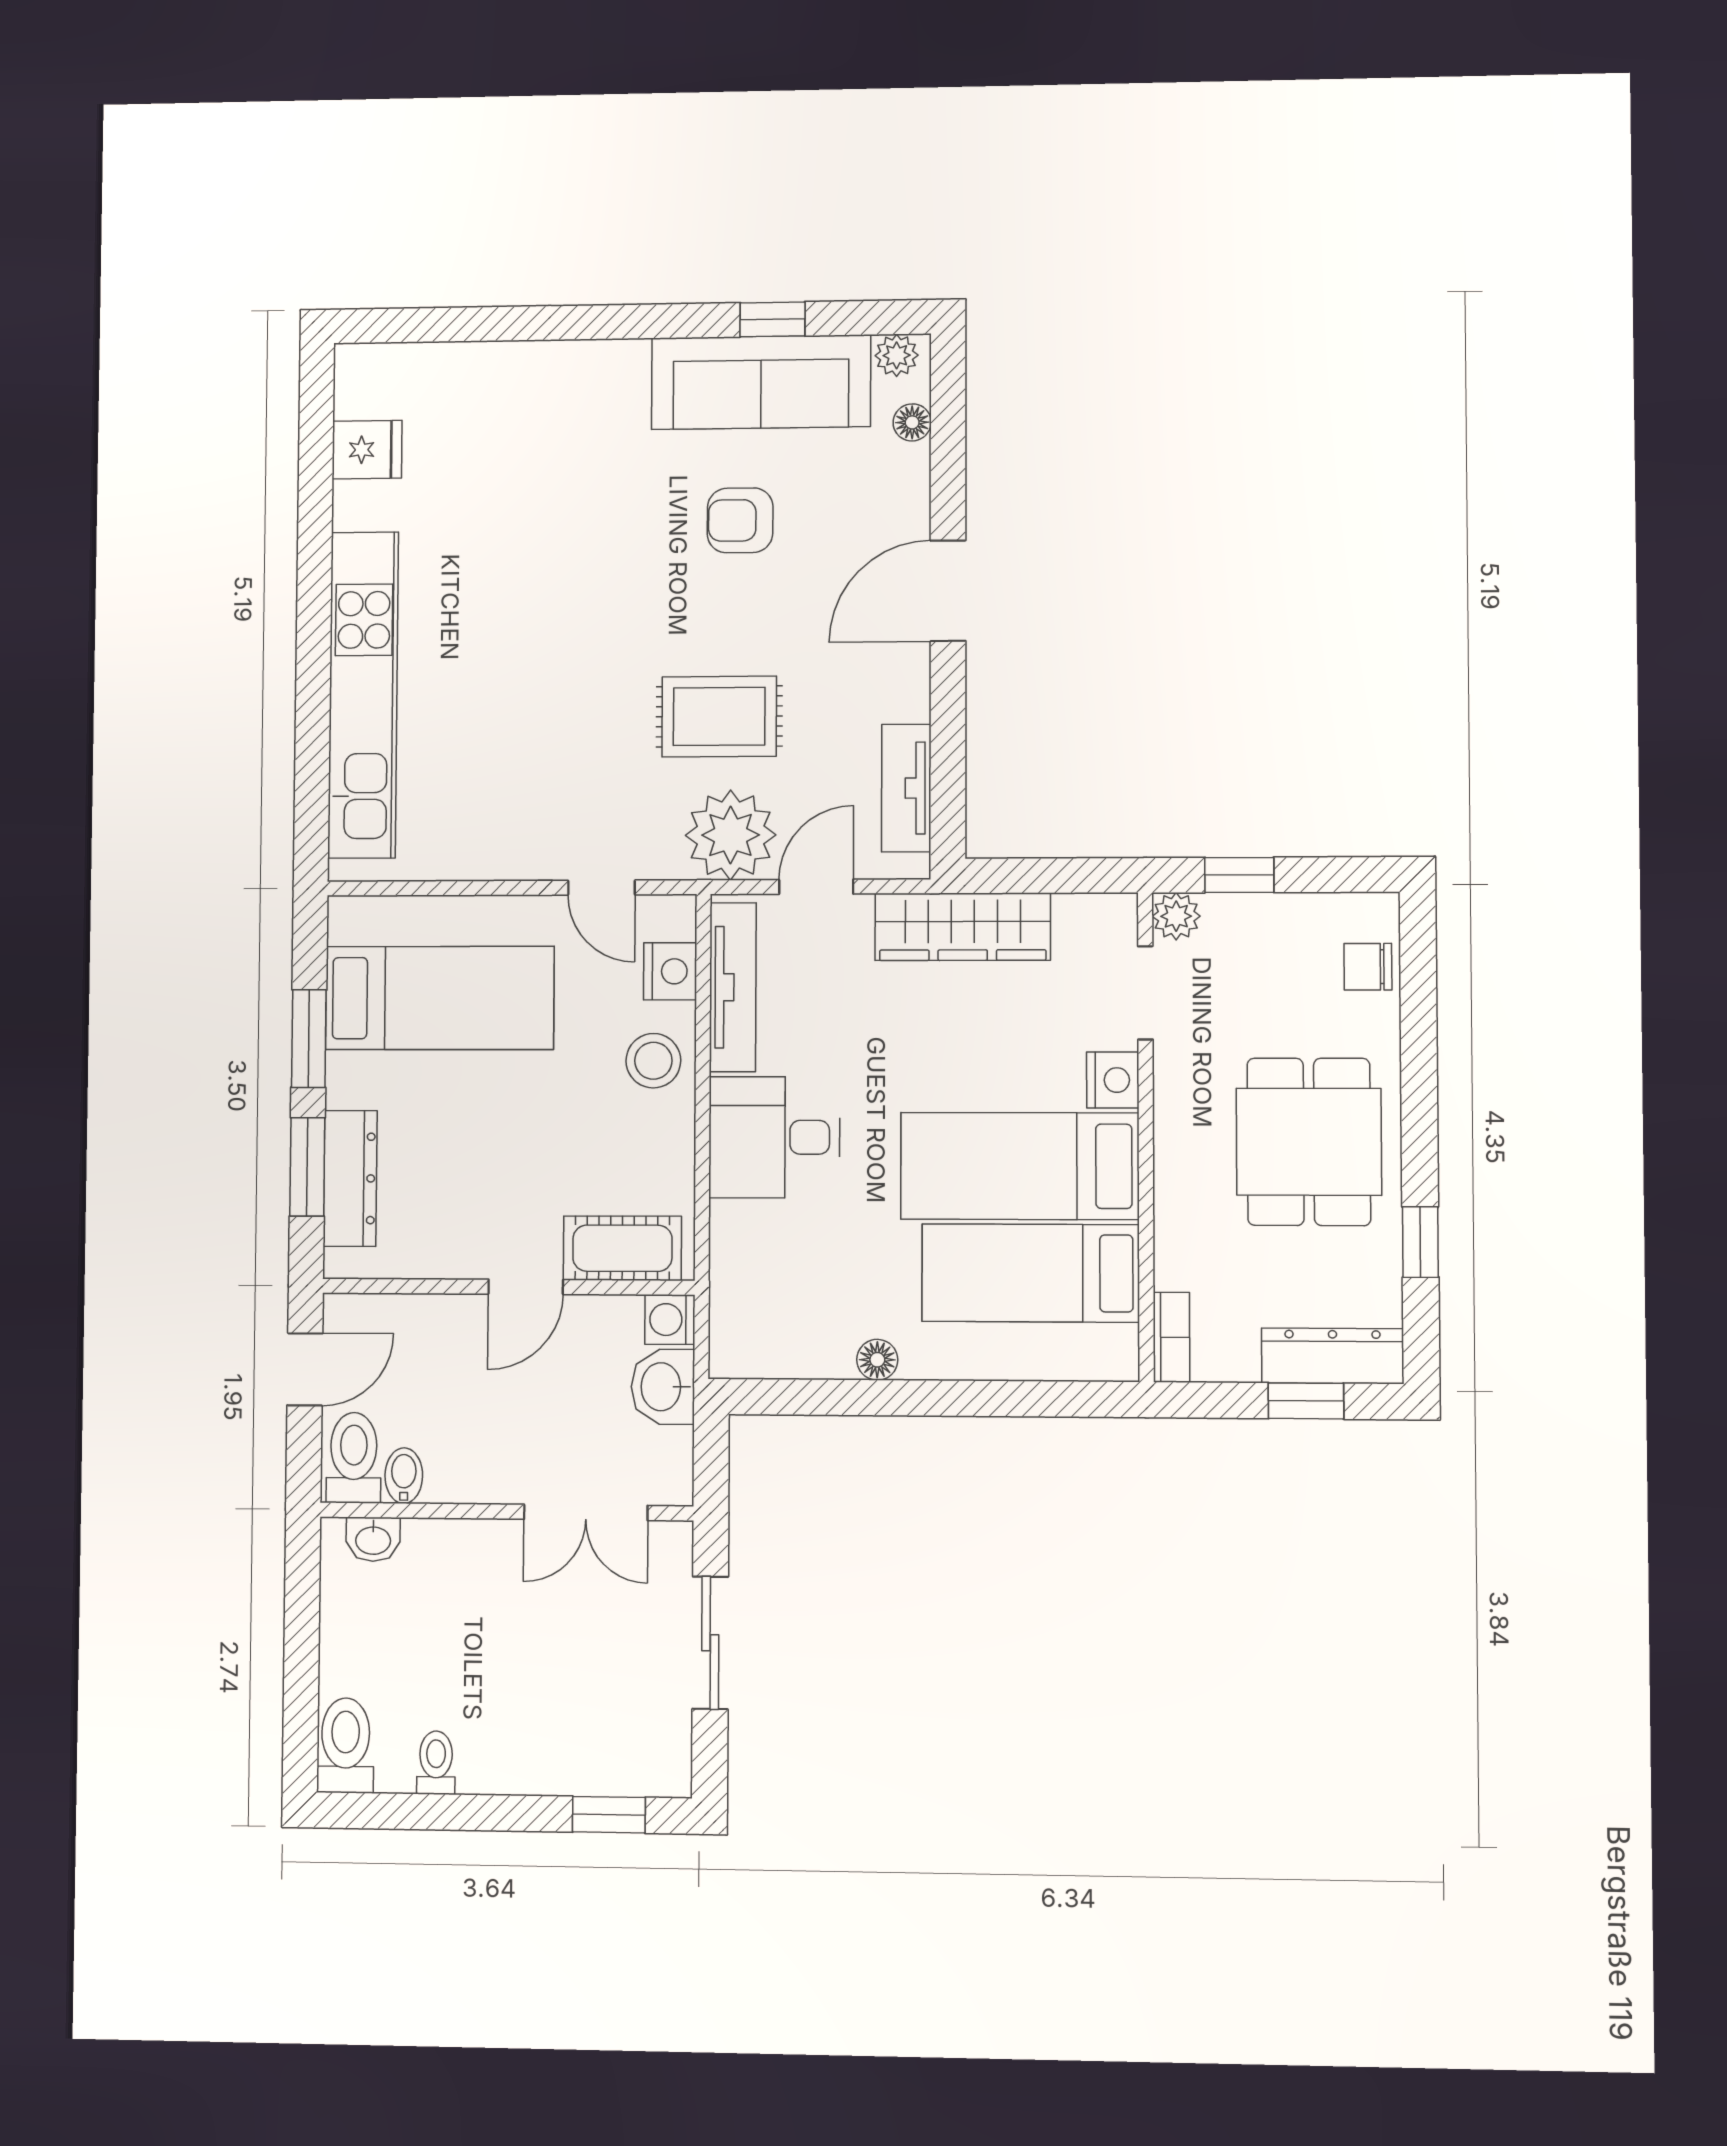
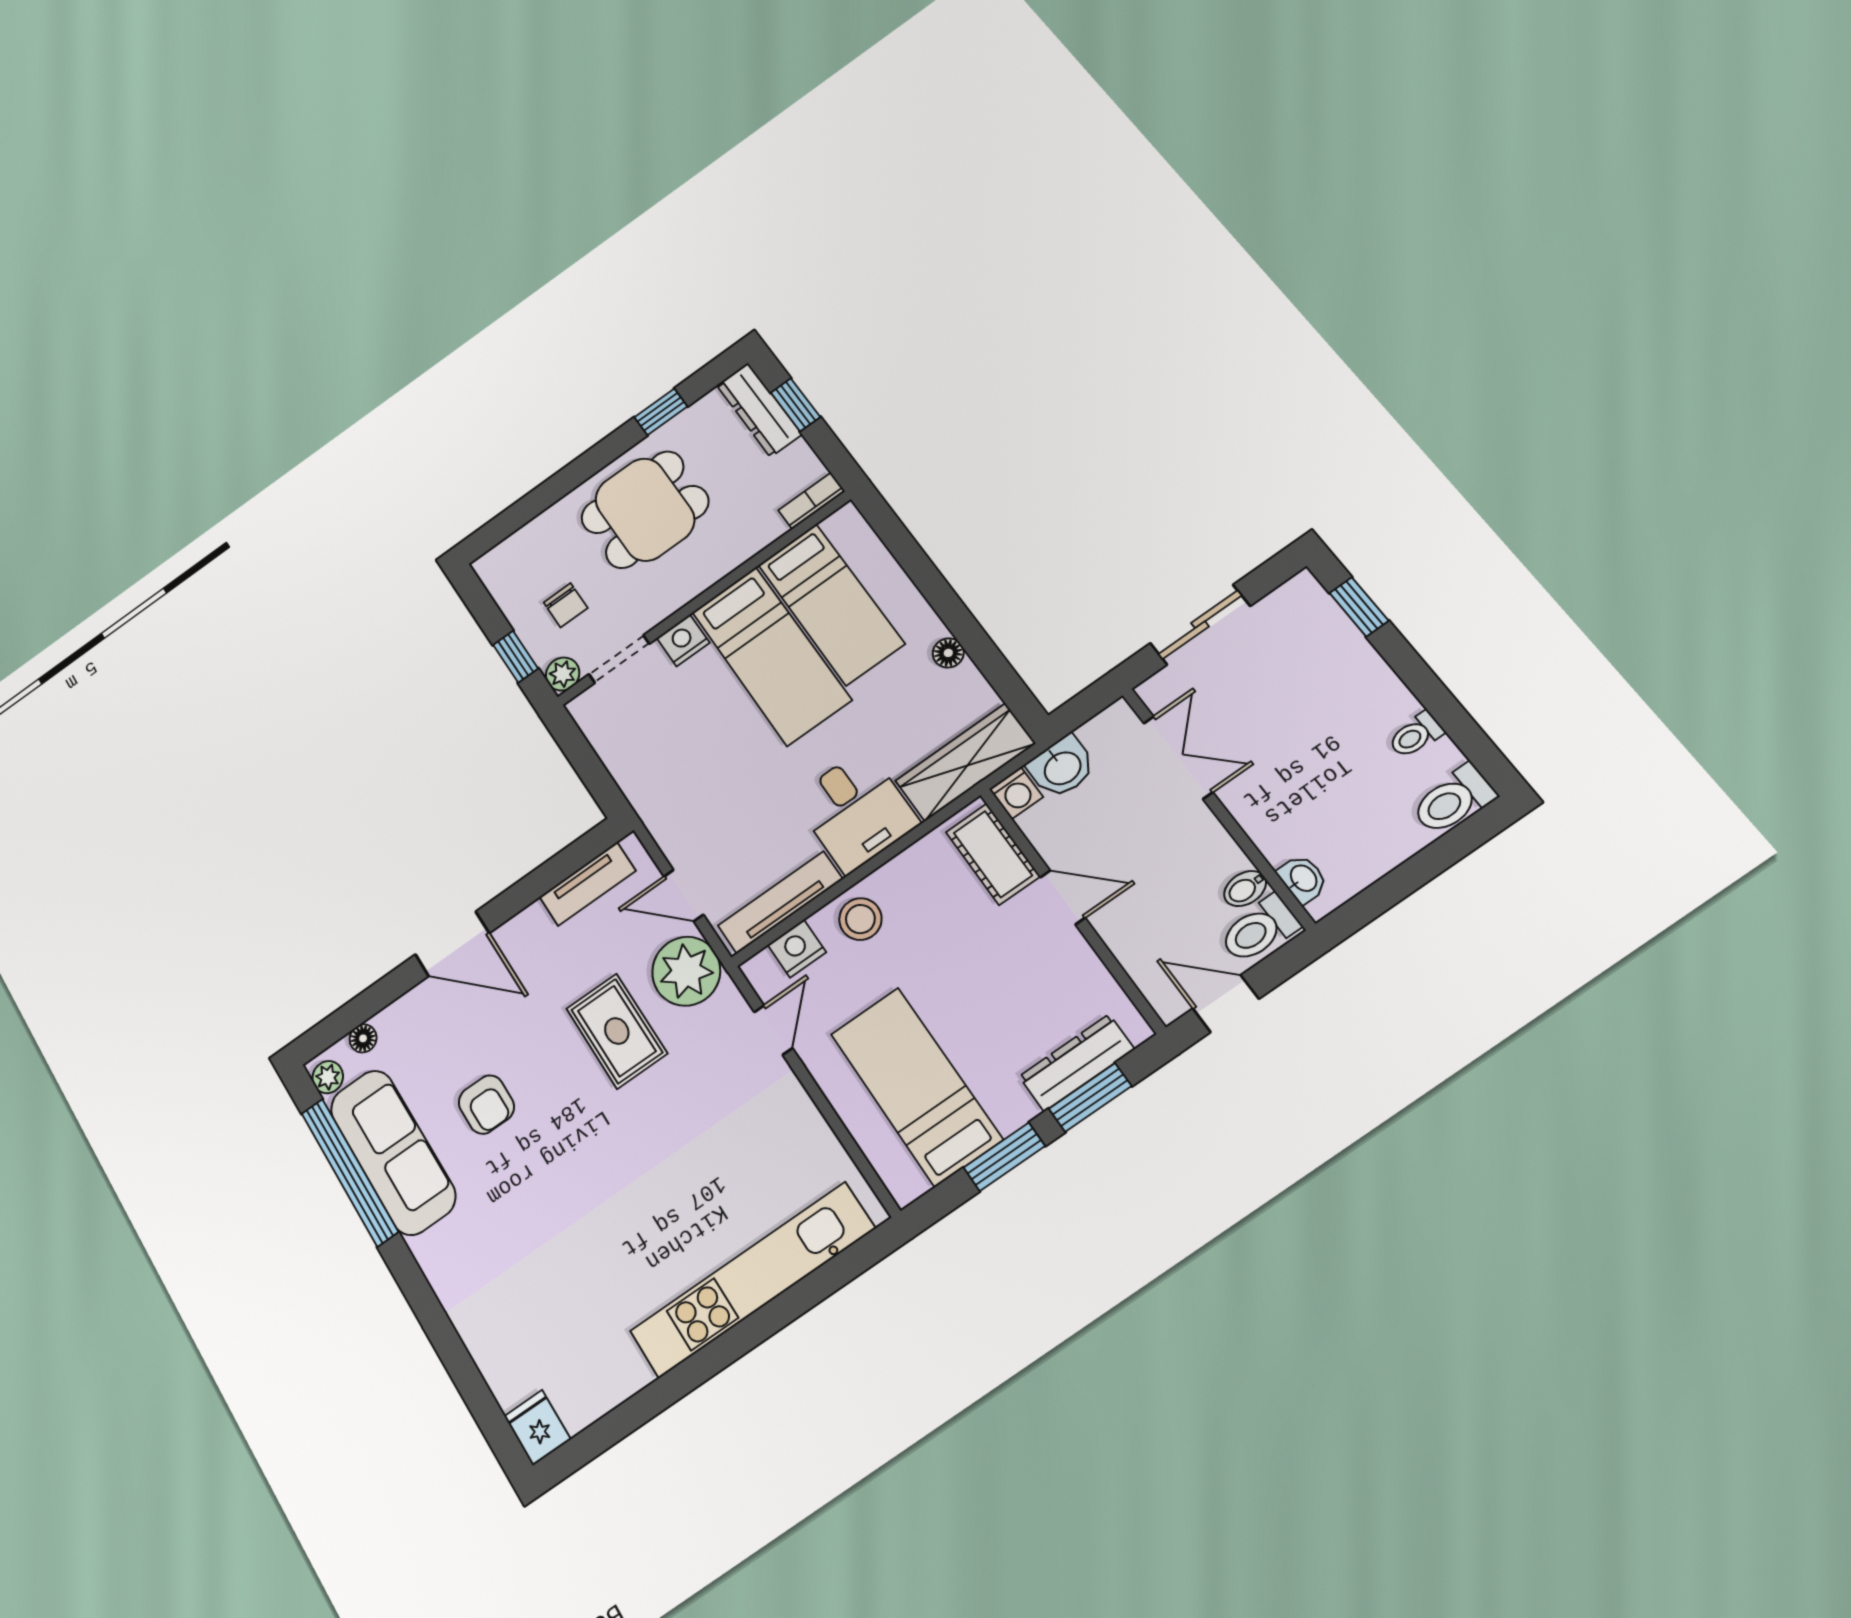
window: (773, 319) -> (350, 1172), width x3.17
fridge: (367, 450) -> (537, 1428), moved
wardrobe: (963, 927) -> (965, 762), moved, turned -90
chair: (1368, 967) -> (566, 605), moved

